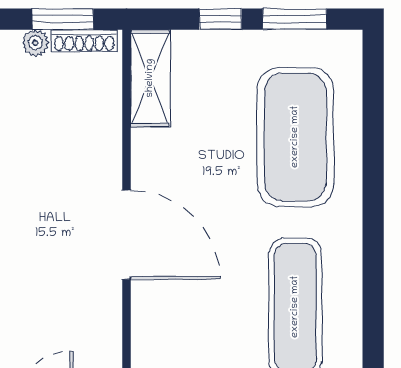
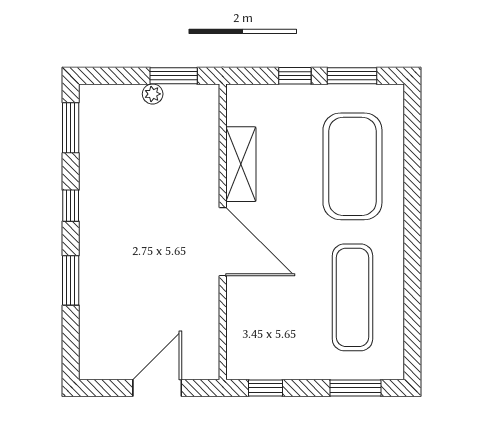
shoe rack: (84, 41) -> (190, 92), removed
shelving: (150, 78) -> (241, 164), moved

